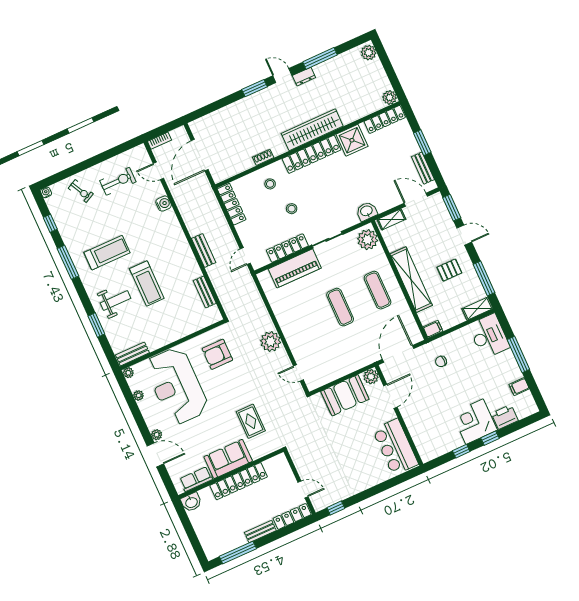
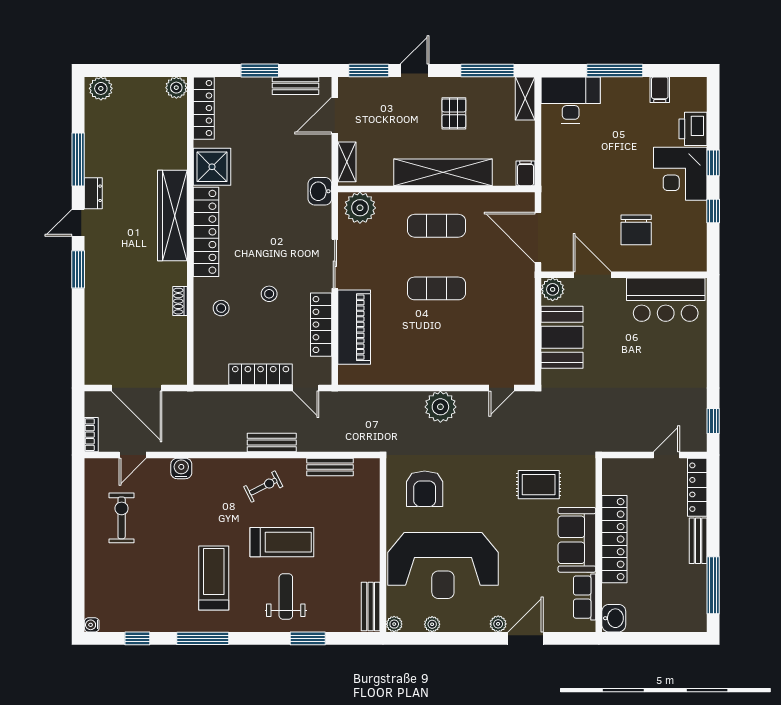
exercise bike: (81, 191) -> (263, 487), moved
locker: (232, 204) -> (261, 374), moved
chair: (441, 361) -> (636, 230), moved, width x1.87, depth x1.87

